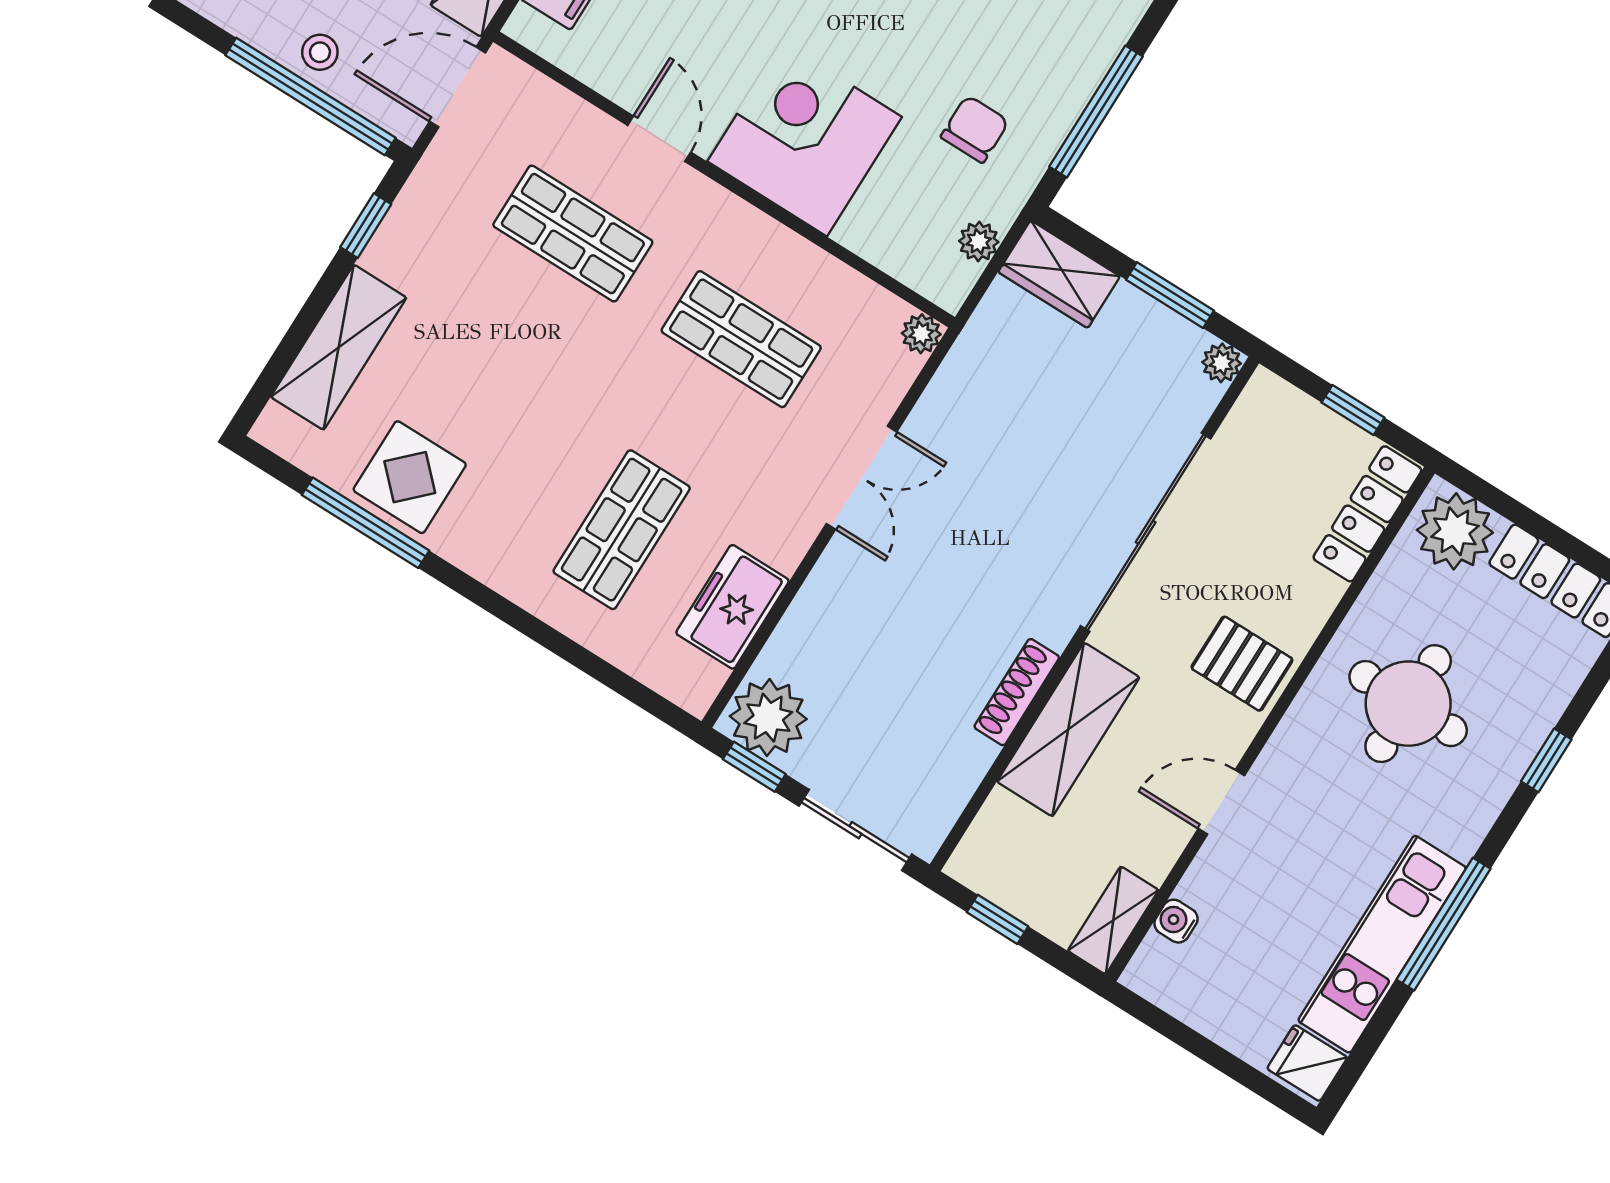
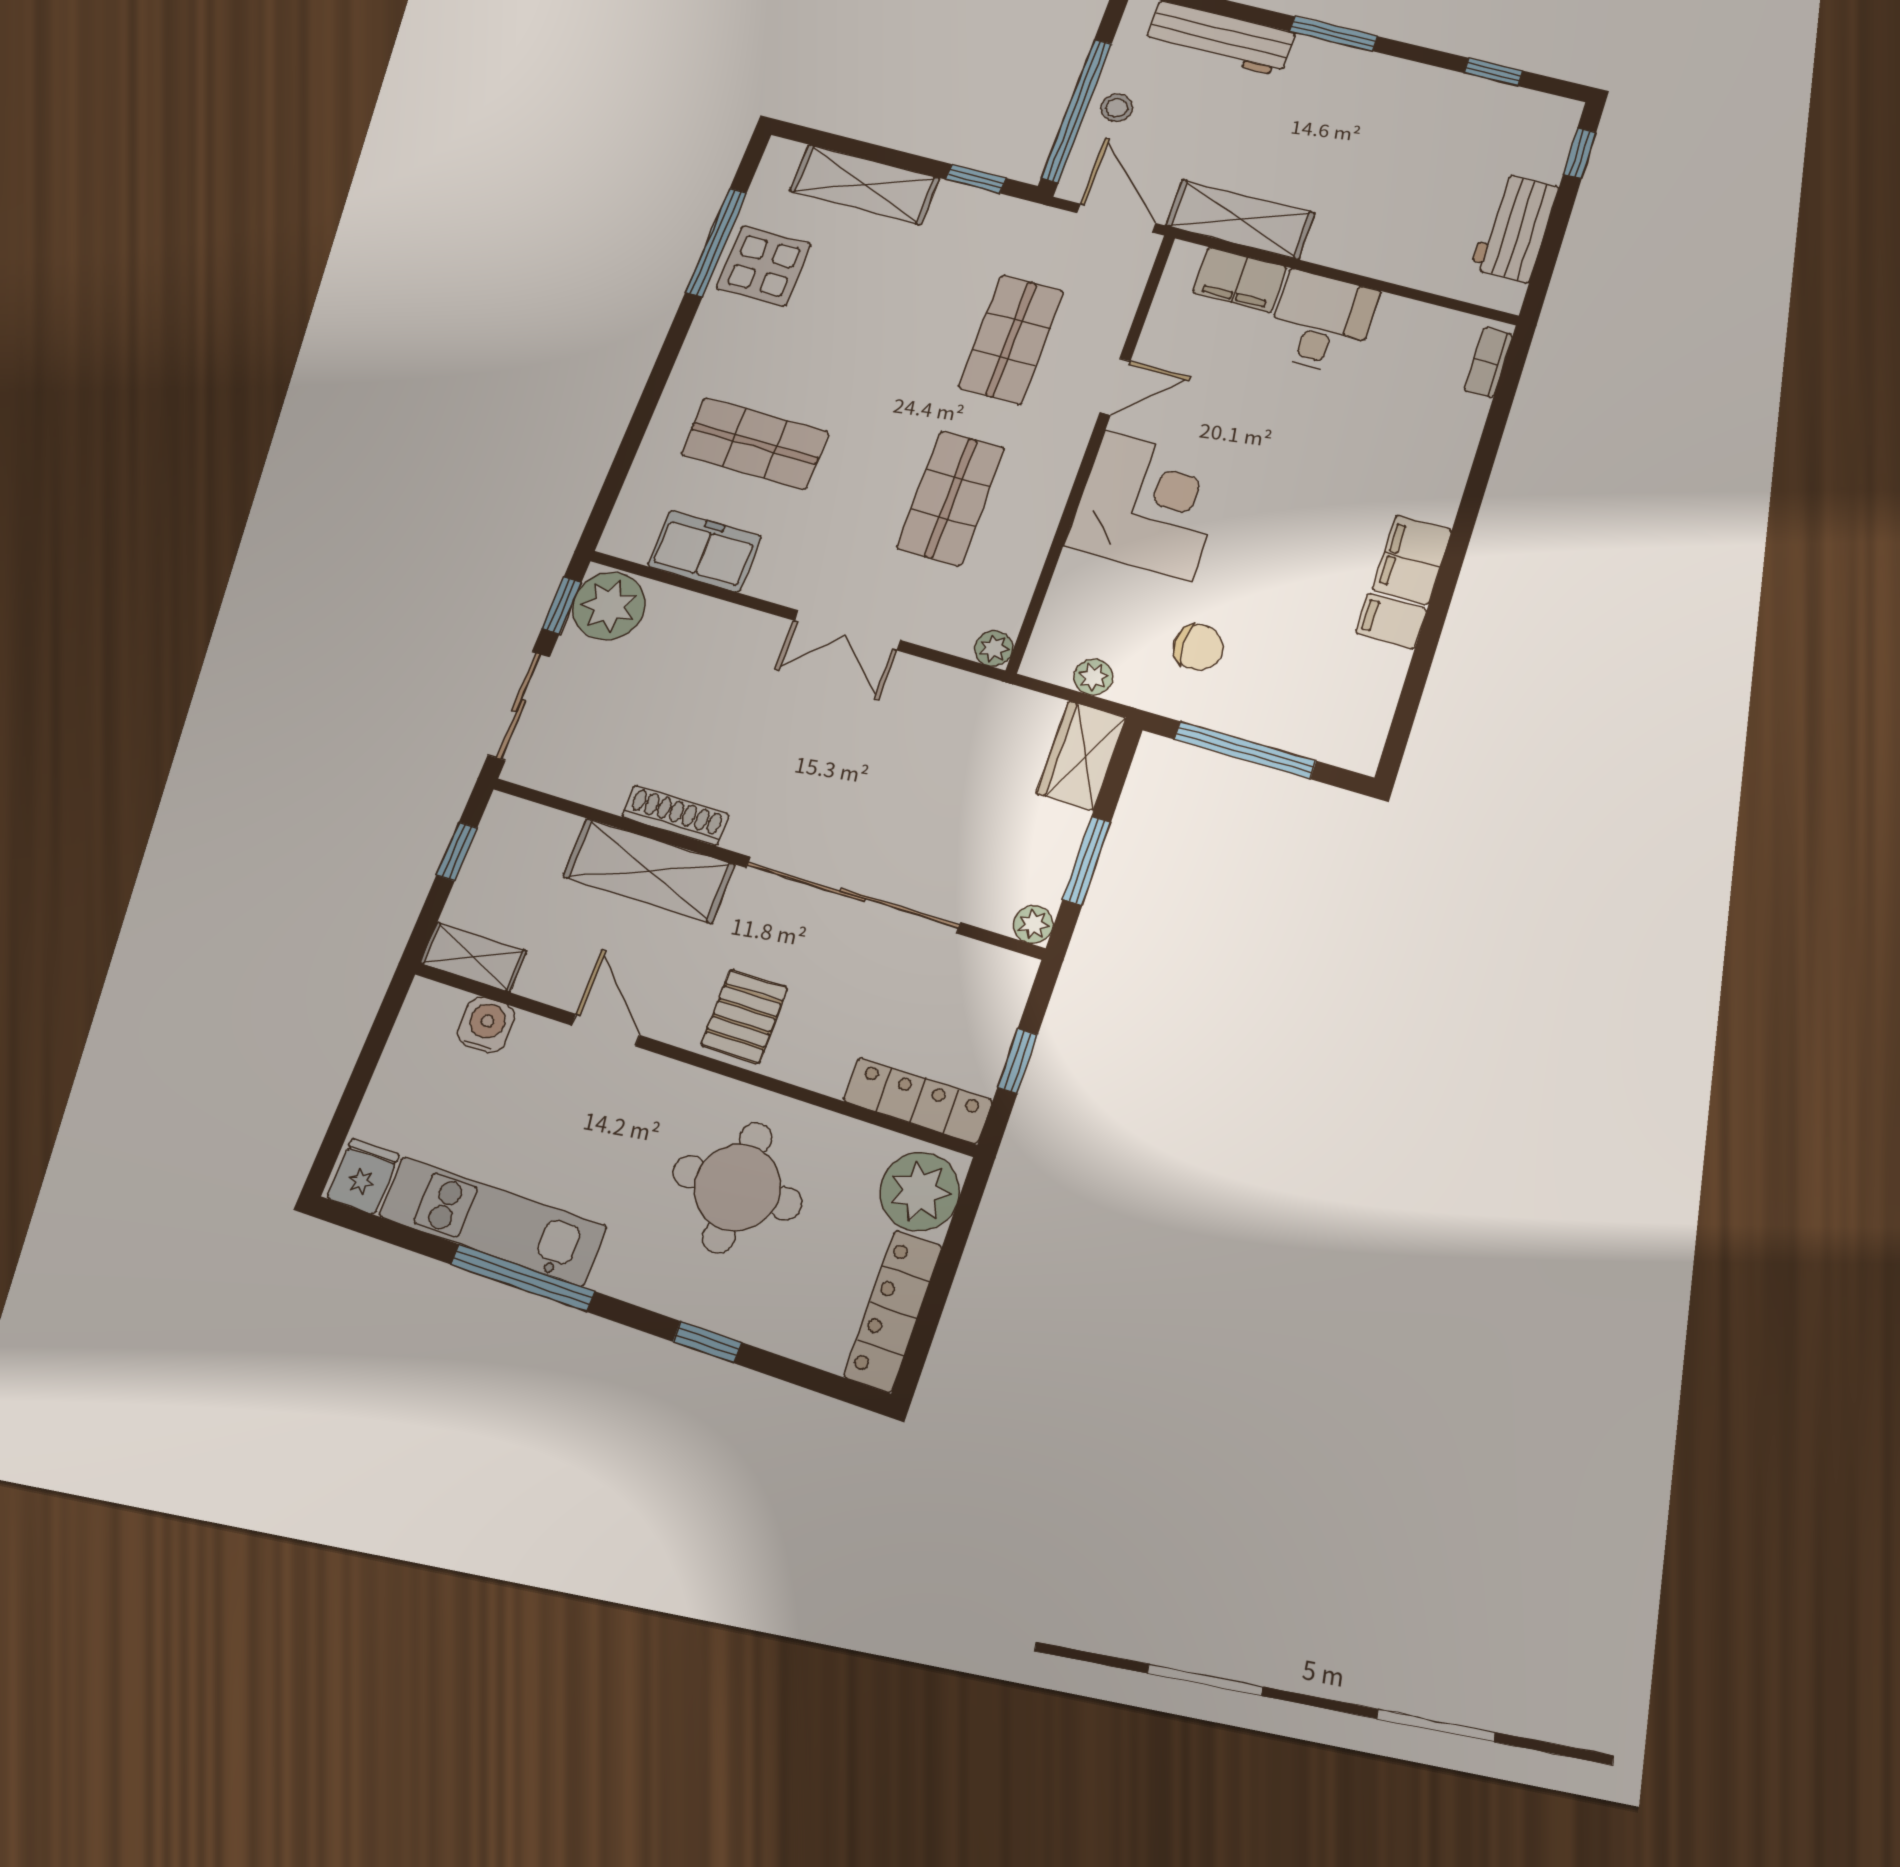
water cooler: (1176, 921) -> (486, 1025), width x1.38, depth x1.38

